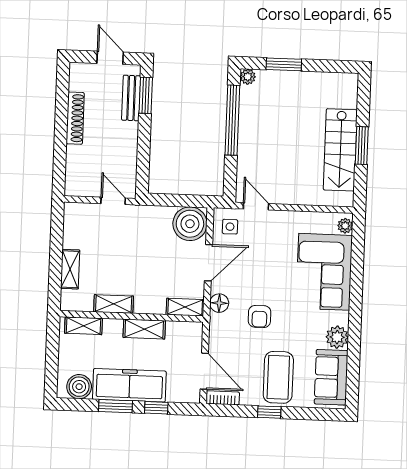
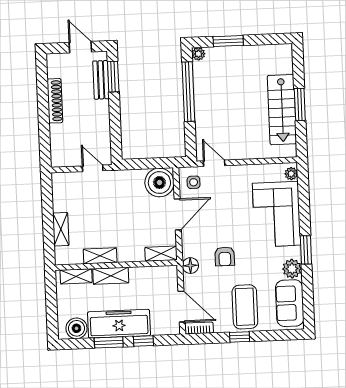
floor lamp: (219, 303) -> (190, 266), moved
window: (355, 316) -> (306, 250), added
shelving: (144, 329) -> (111, 276), moved

